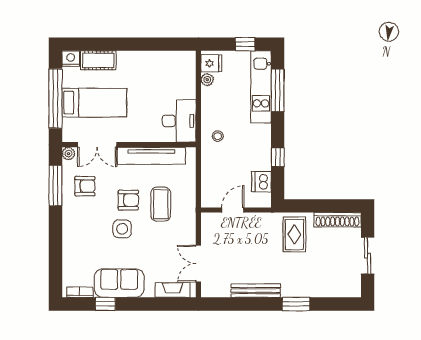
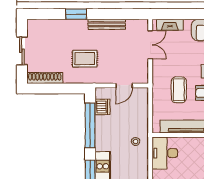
window: (278, 157) -> (90, 125), width x3.17
rug: (294, 234) -> (85, 59), moved, turned 90

